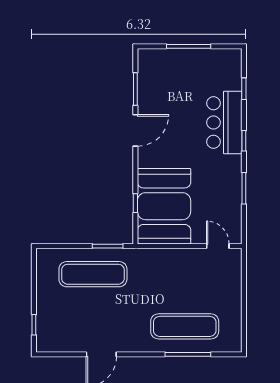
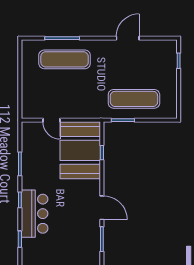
door: (135, 130) -> (102, 208), swing flipped
door: (218, 246) -> (51, 120), moved

